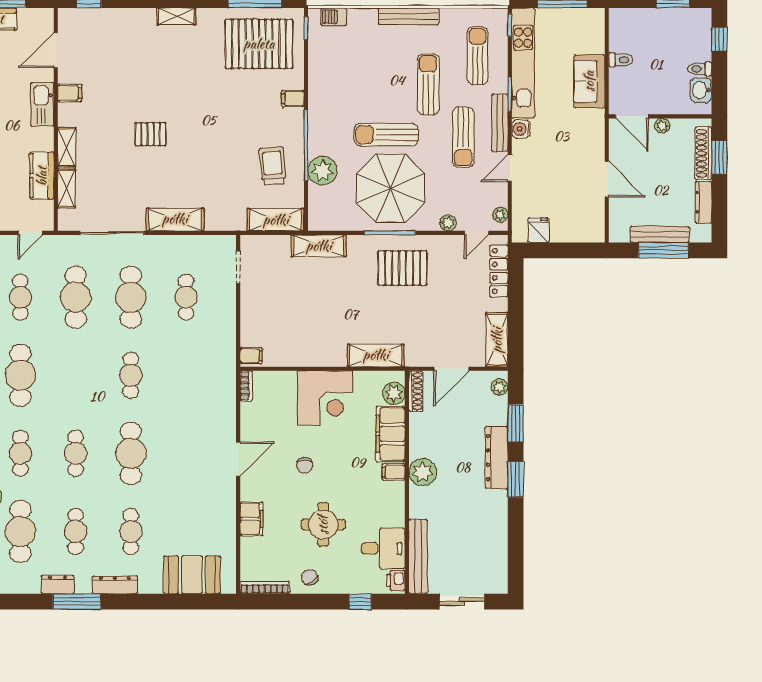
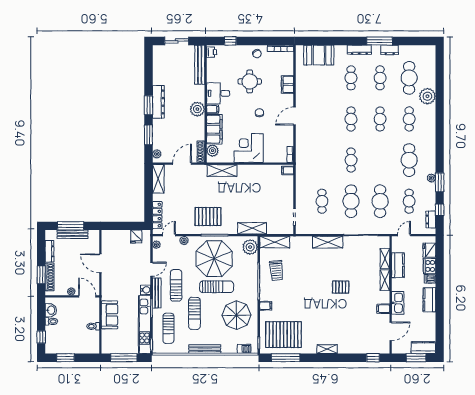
parasol: (348, 81) -> (237, 315), added
plant: (322, 171) -> (250, 247), moved
cafe table: (131, 453) -> (351, 119), width x0.73, depth x0.74
dresser: (497, 458) -> (158, 102), moved
desk: (383, 548) -> (218, 93), moved

